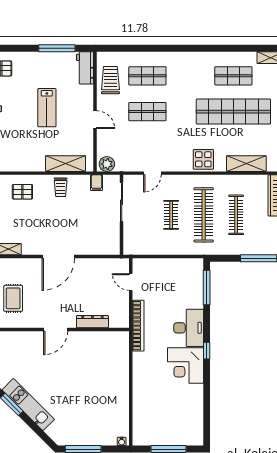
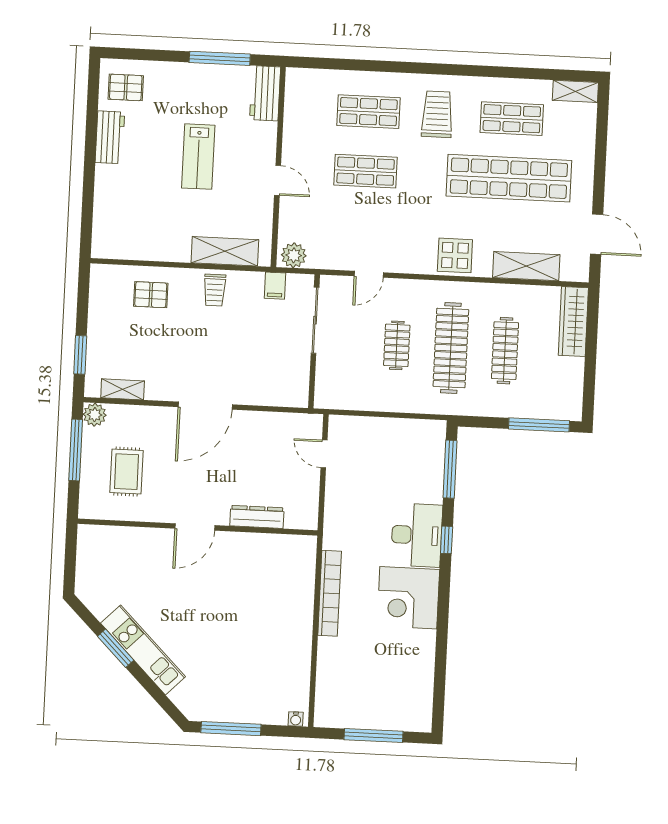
trolley: (110, 80) -> (437, 114), moved
bookcase: (138, 326) -> (330, 593), moved
window: (207, 351) -> (447, 540), moved

